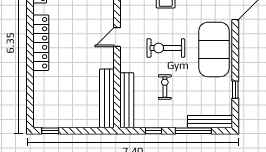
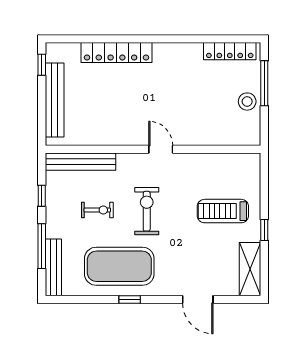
locker: (41, 43) -> (116, 53), moved
exercise mat: (214, 49) -> (119, 266), moved
window: (235, 90) -> (130, 299), moved
bench: (107, 98) -> (55, 100), moved, turned 90

